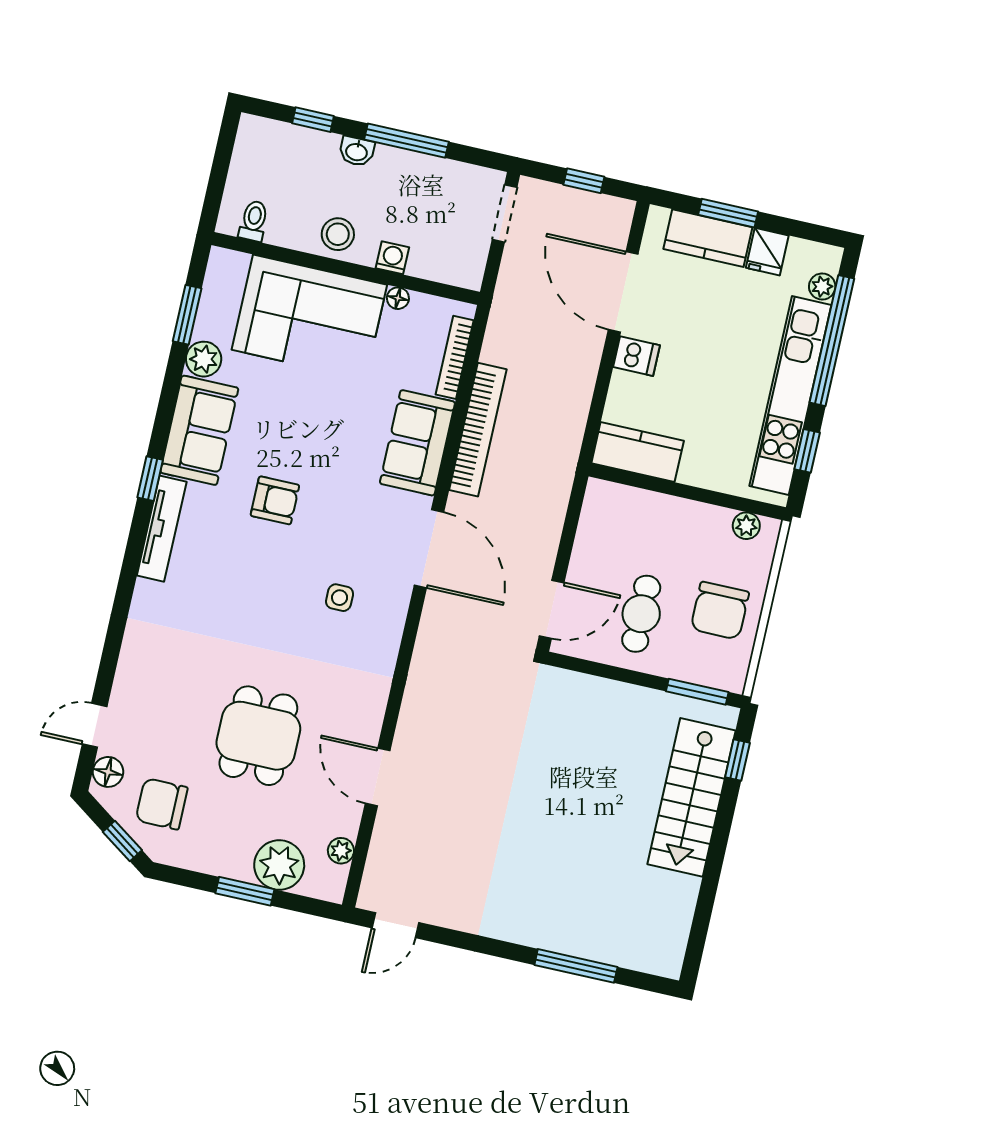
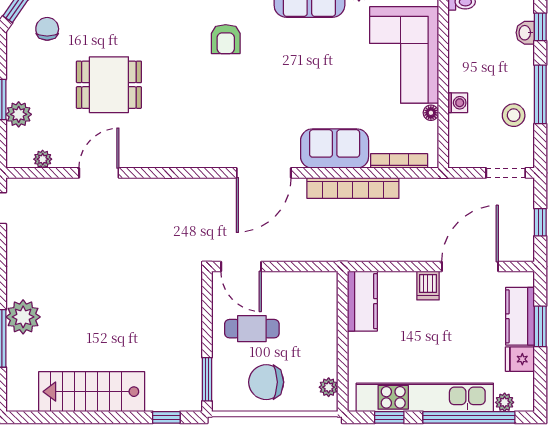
washbasin: (357, 151) -> (525, 33), moved
stool: (338, 234) -> (514, 115), moved
armchair: (275, 500) -> (226, 39), moved
side table: (340, 598) -> (216, 119), removed
stairs: (691, 797) -> (92, 392), moved
chair: (162, 804) -> (47, 29), width x0.73, depth x0.73
plant: (279, 865) -> (19, 114), width x0.73, depth x0.73
plant: (553, 927) -> (23, 317), added

